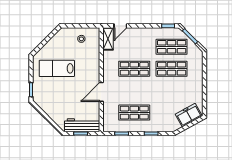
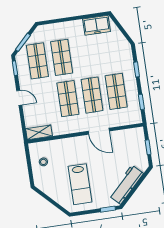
door: (120, 26) -> (19, 98), moved
shop shelf: (134, 91) -> (92, 95), added
freezer: (189, 115) -> (97, 25), moved, turned -61
workbench: (82, 125) -> (126, 185), moved, turned 45

